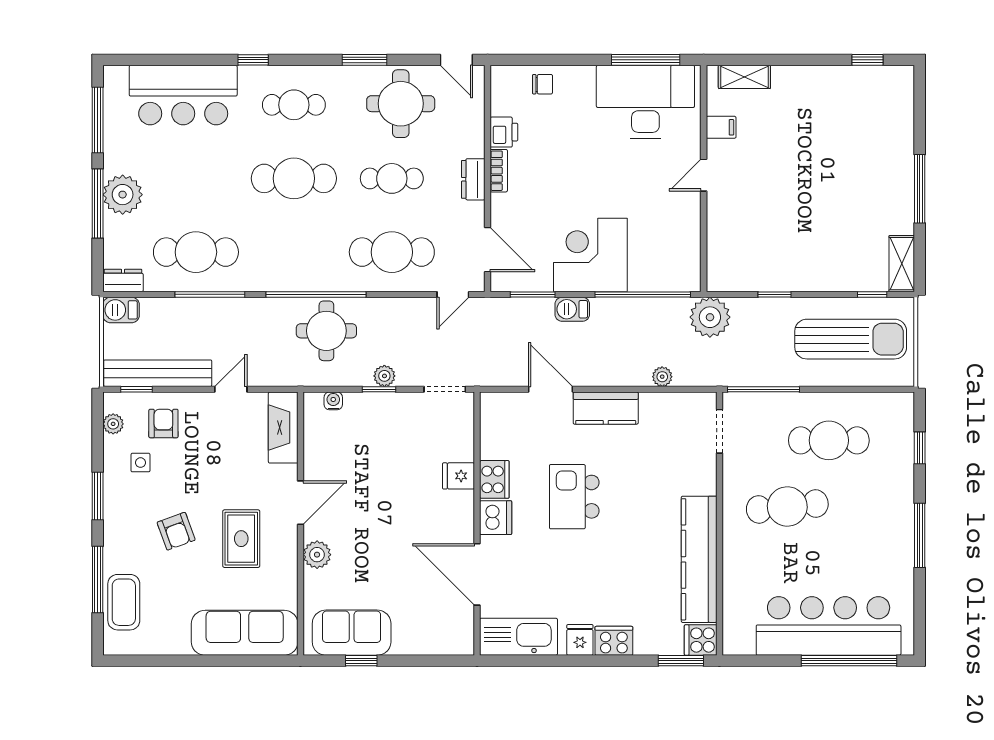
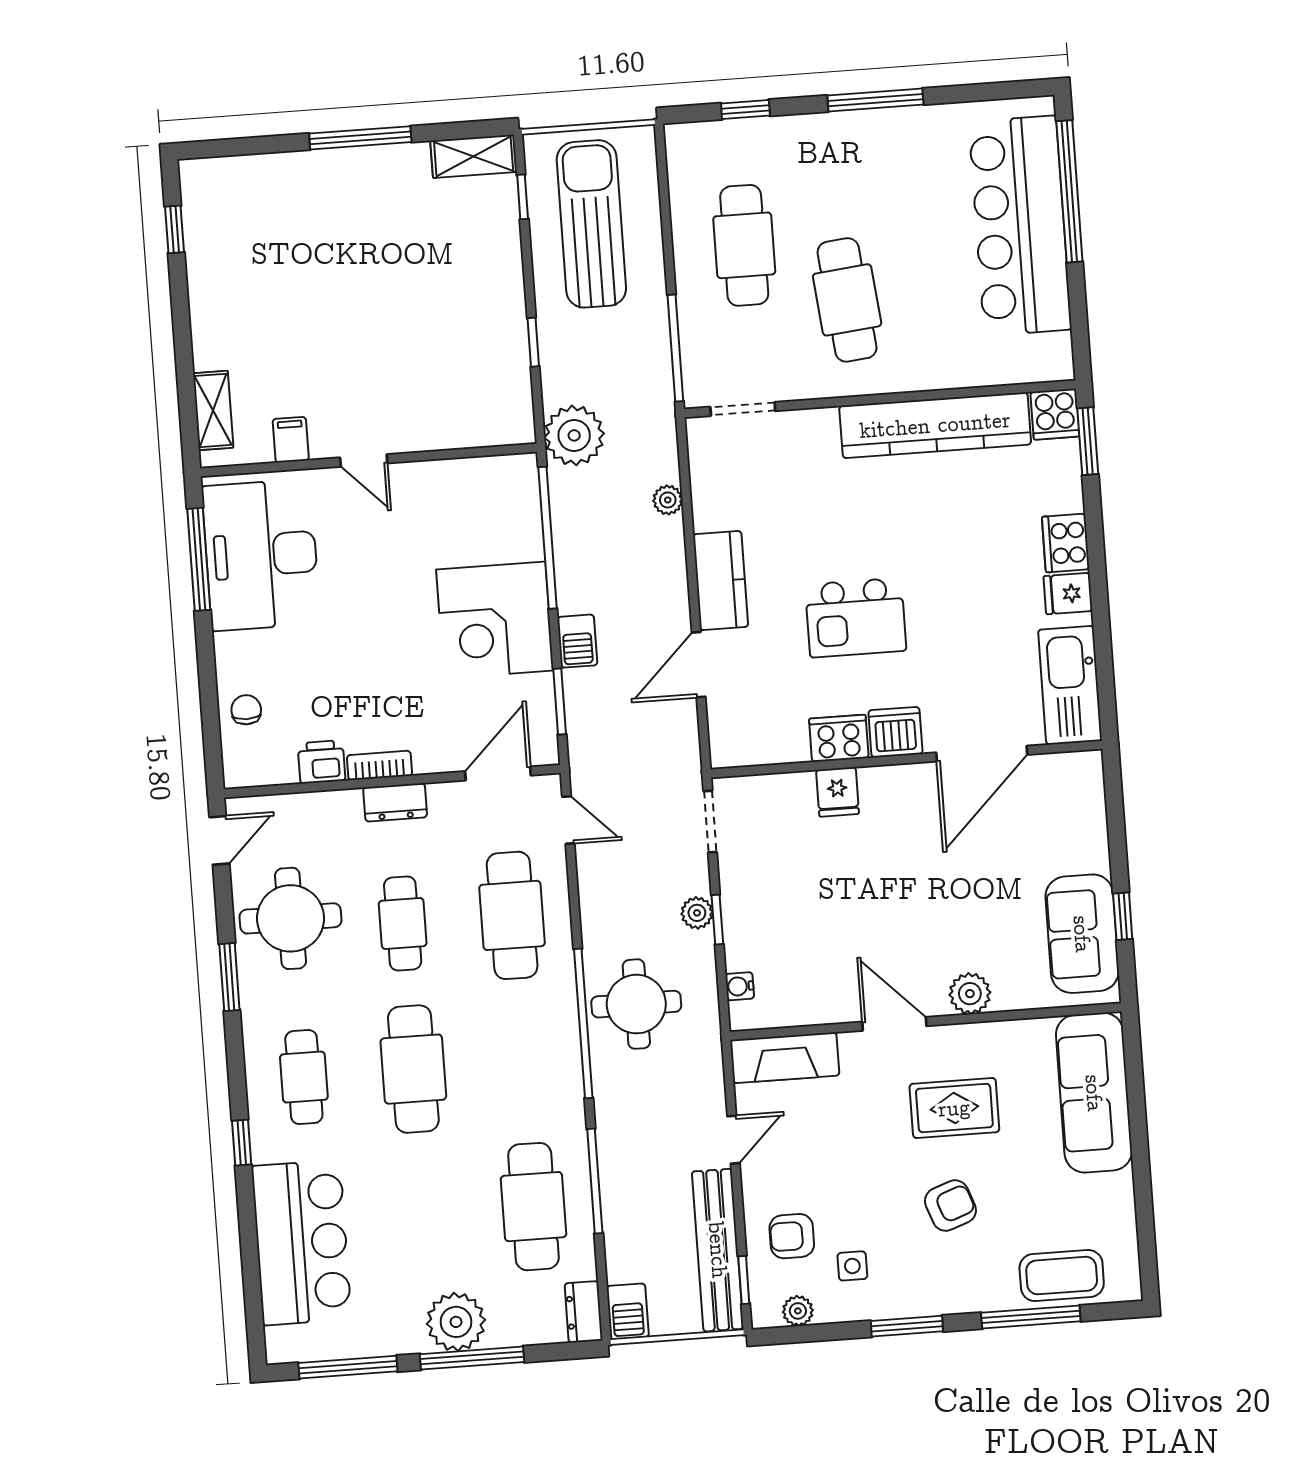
door: (231, 389) -> (734, 1140), swing flipped

